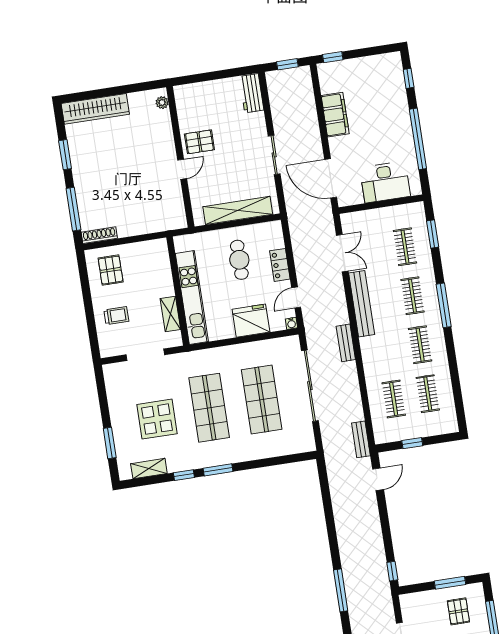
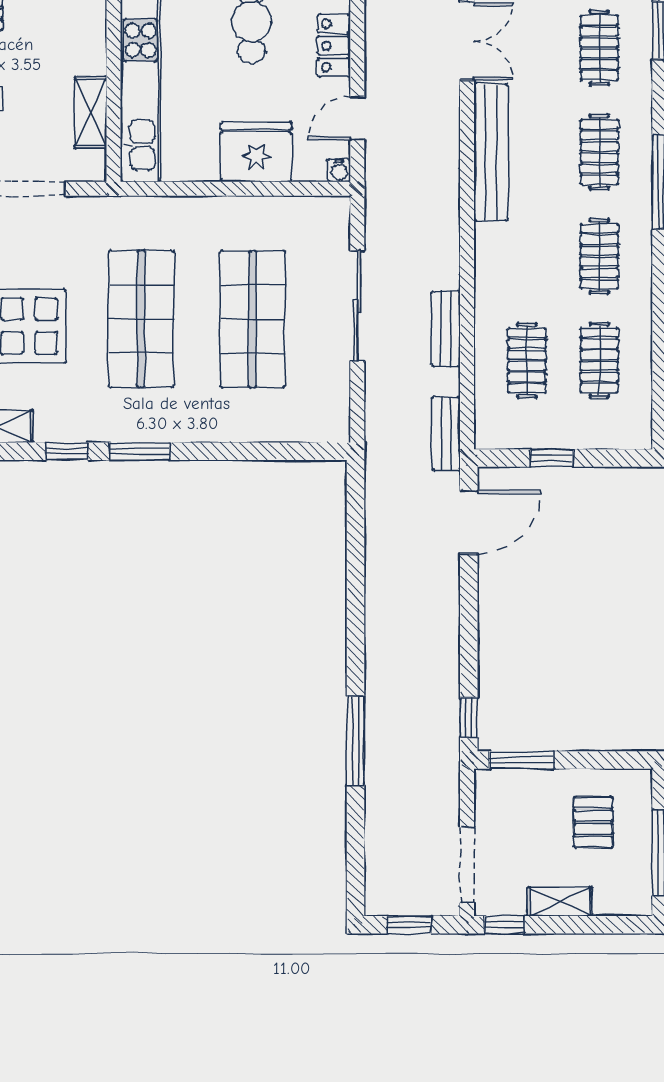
bench: (346, 343) -> (446, 329), moved
sliding door: (310, 386) -> (357, 306), width x0.73
door: (378, 479) -> (469, 522), width x1.38
window: (450, 583) -> (521, 760), moved

